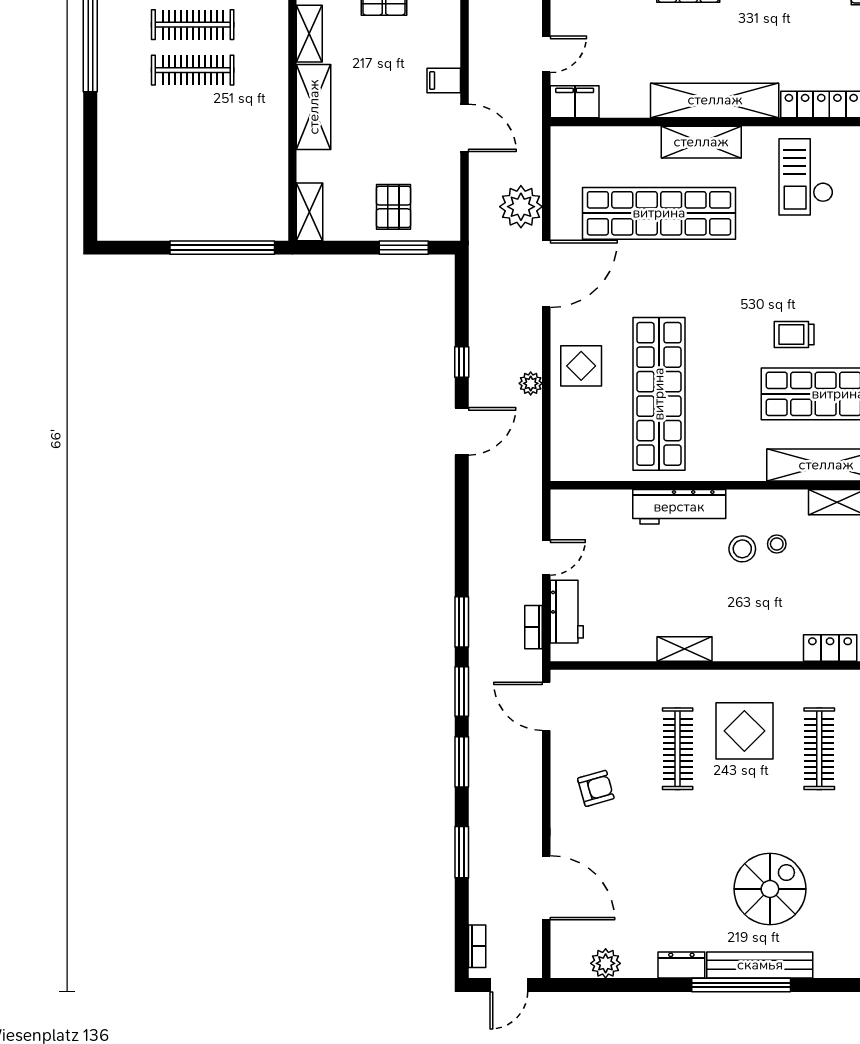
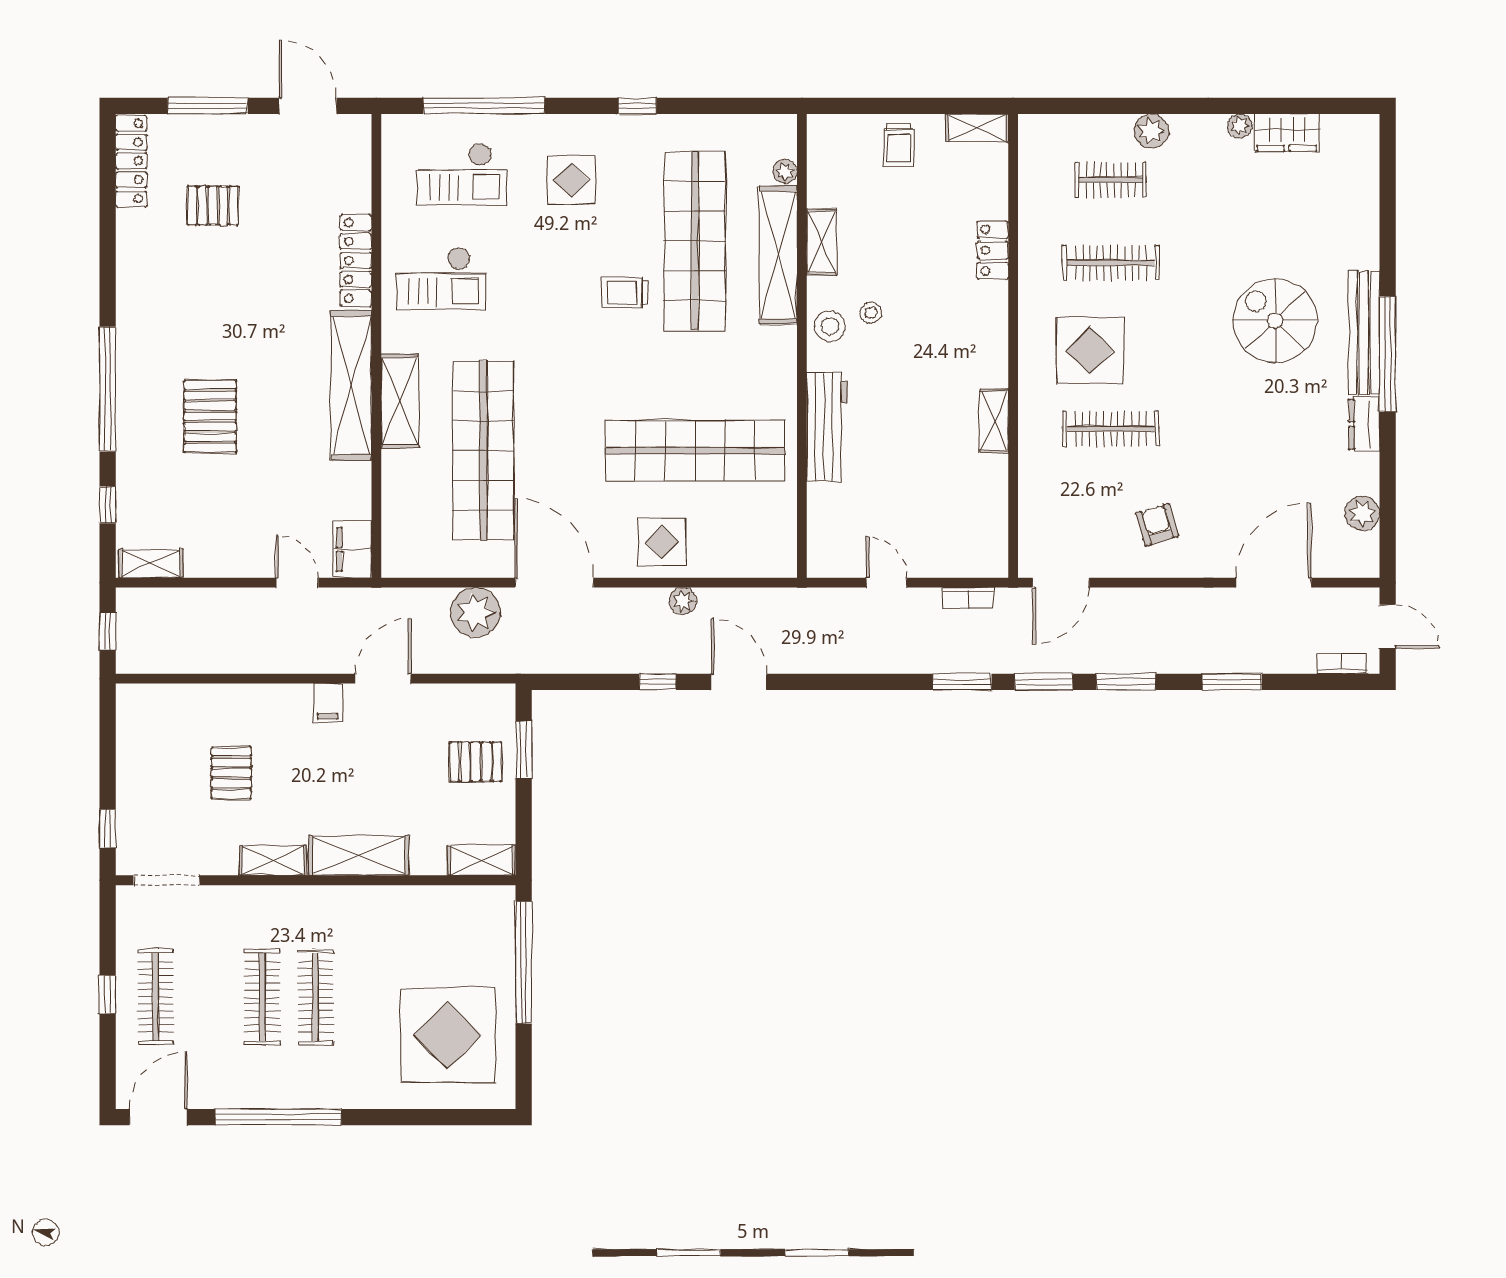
display table: (160, 183) -> (447, 1035), added
trolley: (794, 334) -> (625, 292), turned 90
stool: (742, 549) -> (830, 326), moved
workbench: (567, 612) -> (950, 559), removed

